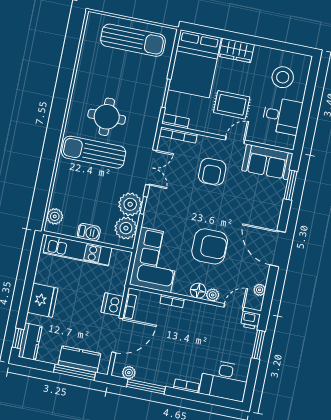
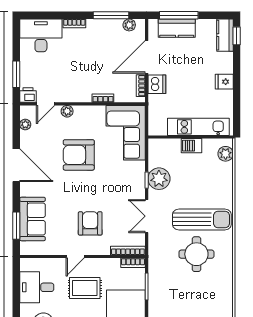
sofa: (267, 162) -> (33, 219), moved, turned 90
plant: (126, 228) -> (158, 156), removed
floor lamp: (198, 291) -> (81, 112), removed
fridge: (43, 300) -> (224, 82), width x0.53, depth x0.75

